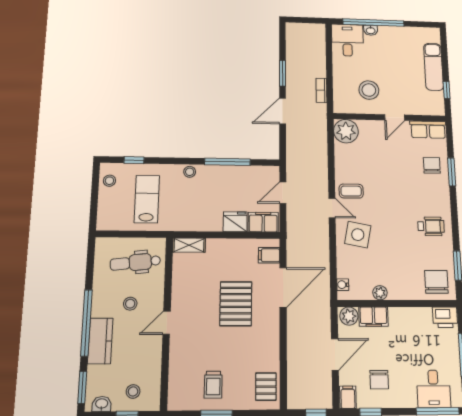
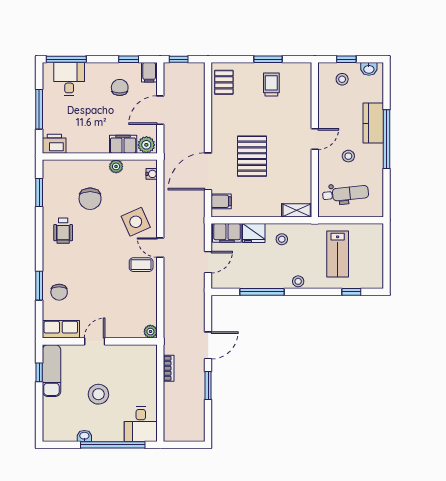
washbasin: (371, 30) -> (84, 436), moved
exam couch: (433, 67) -> (51, 371), moved
stool: (369, 90) -> (98, 394), moved
plant: (346, 131) -> (150, 332), width x0.53, depth x0.53
stool: (109, 181) -> (282, 239), moved
wheelchair: (431, 226) -> (63, 231), turned -90
side table: (358, 235) -> (136, 222), turned -35
chair: (436, 282) -> (90, 199), moved
window: (82, 387) -> (387, 83), removed

